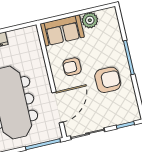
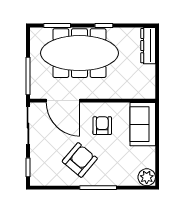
plant: (90, 20) -> (147, 177), moved
armchair: (108, 80) -> (80, 160), turned -140

